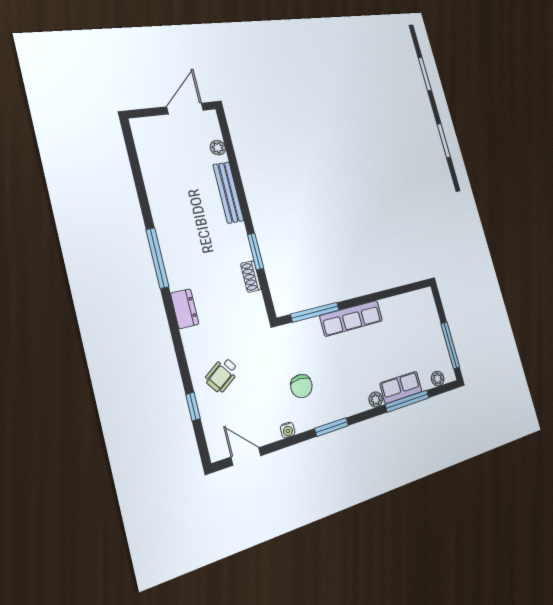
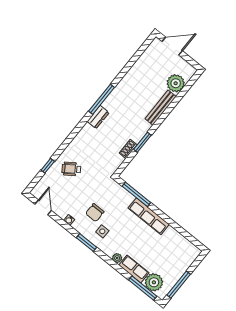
door: (185, 108) -> (172, 46), moved
plant: (218, 148) -> (176, 83), width x1.88, depth x1.88
dresser: (185, 309) -> (98, 117), moved
plant: (438, 379) -> (154, 282), width x1.88, depth x1.88
side table: (331, 394) -> (102, 231), added
window: (407, 401) -> (143, 288), moved

